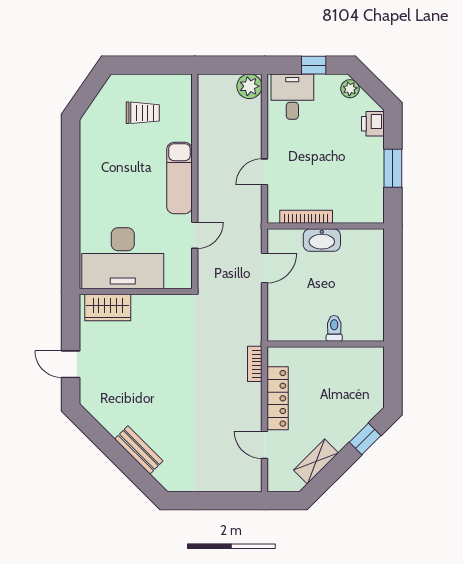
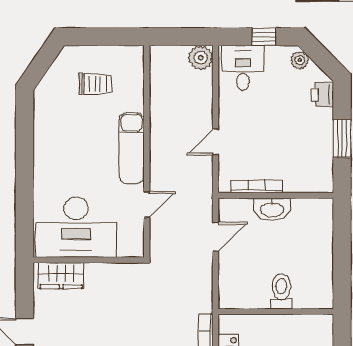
toilet: (334, 328) -> (281, 291), width x1.37, depth x1.39

